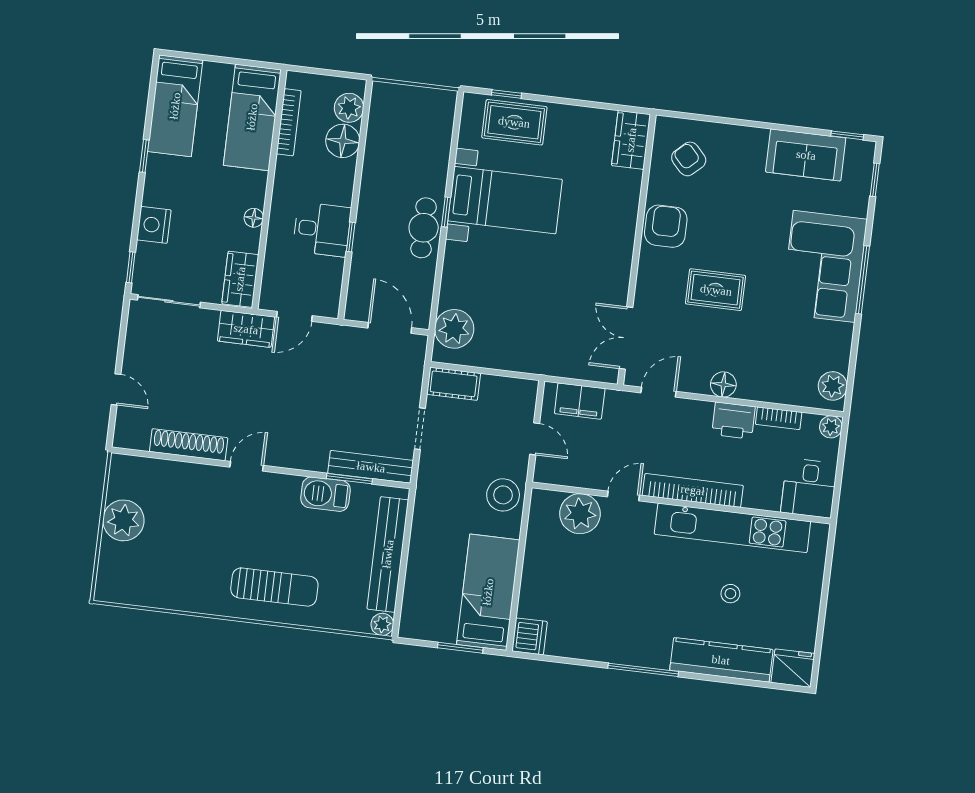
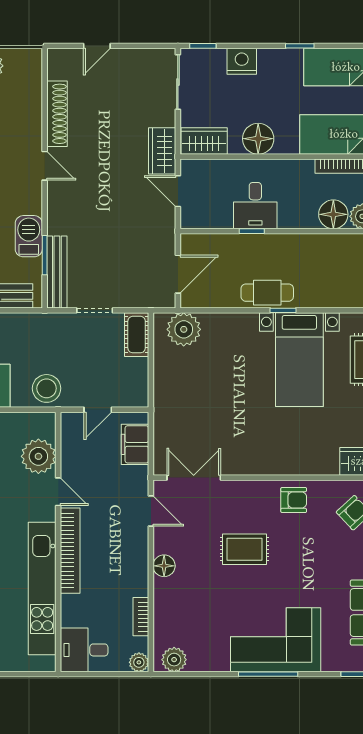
floor lamp: (254, 218) -> (258, 139), width x1.89, depth x1.89
armchair: (666, 226) -> (294, 500), width x0.72, depth x0.72
rug: (716, 290) -> (244, 549), turned 90
printer: (734, 420) -> (134, 578), removed

